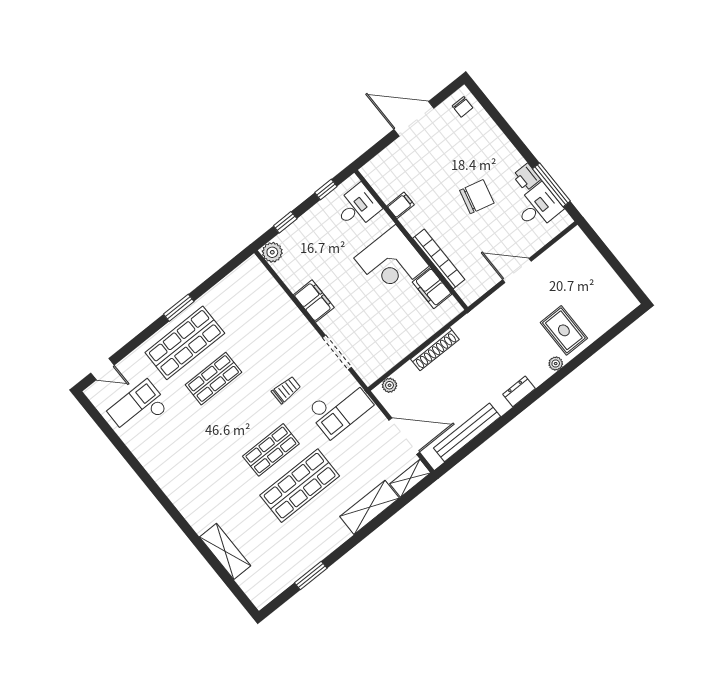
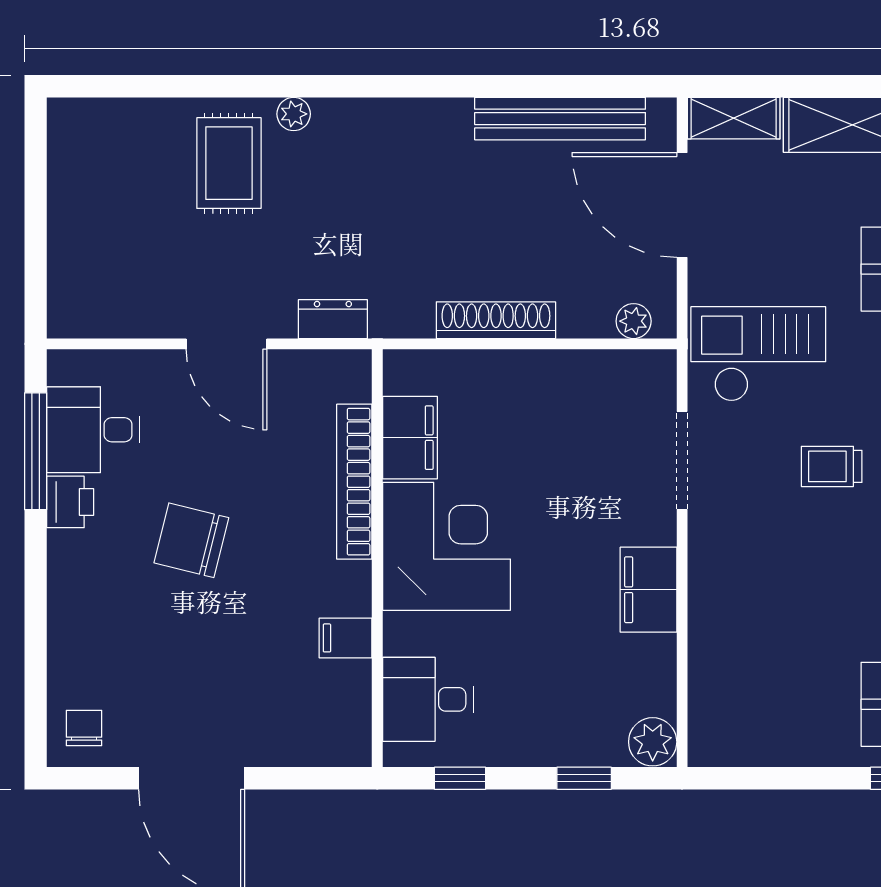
dresser: (519, 391) -> (333, 319), moved, turned 180

